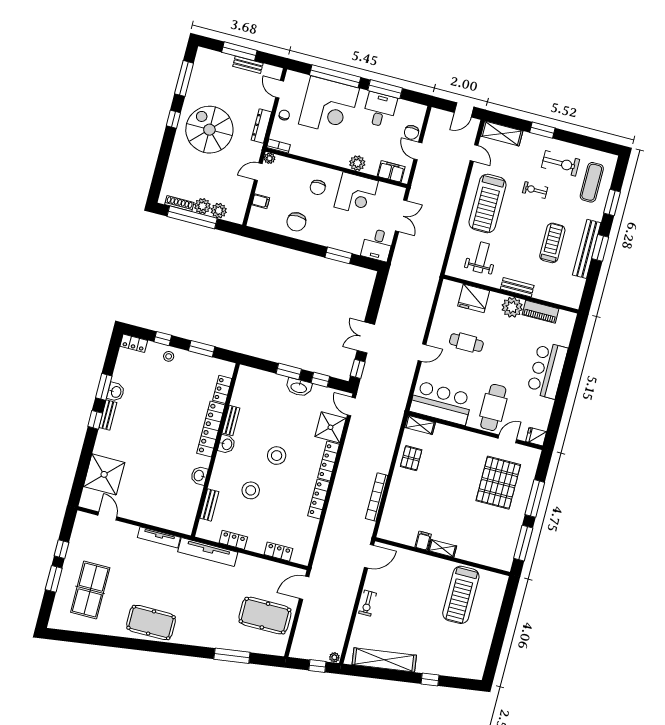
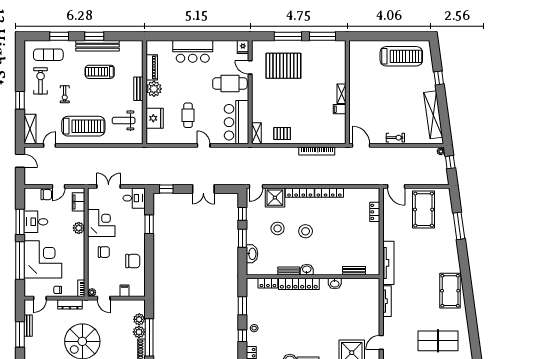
window: (358, 369) -> (166, 189), moved
washbasin: (299, 387) -> (252, 254), moved
stool: (251, 490) -> (278, 228), moved
locker: (233, 540) -> (375, 247), removed
treadmill: (461, 595) -> (401, 56), moved

